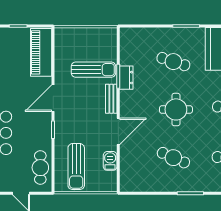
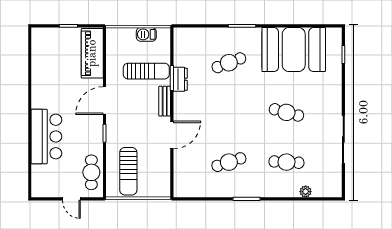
cafe table: (173, 62) -> (229, 63), turned -39
round table: (176, 109) -> (232, 112), removed
cafe table: (173, 158) -> (229, 162), turned -42
barbecue: (110, 161) -> (146, 34), moved, turned -90

